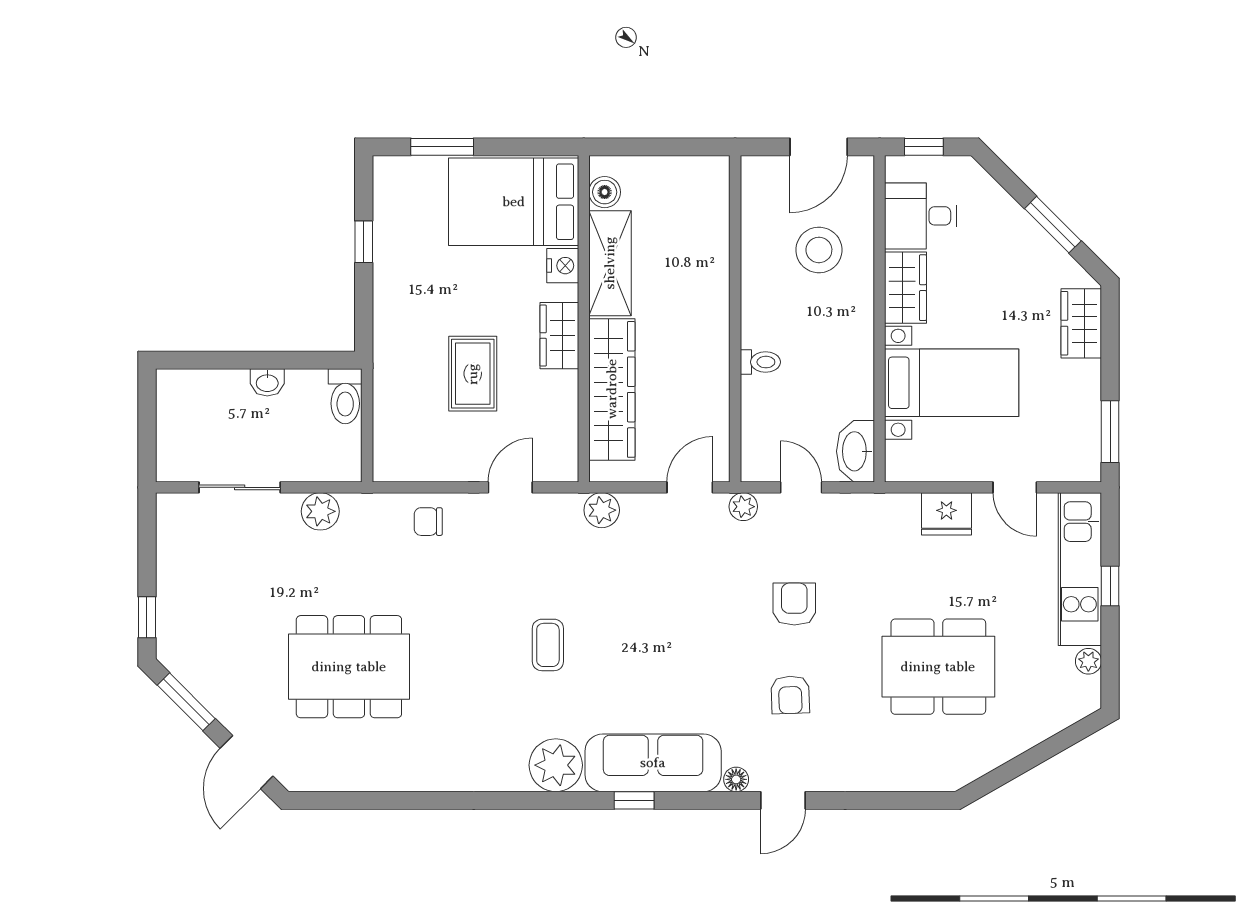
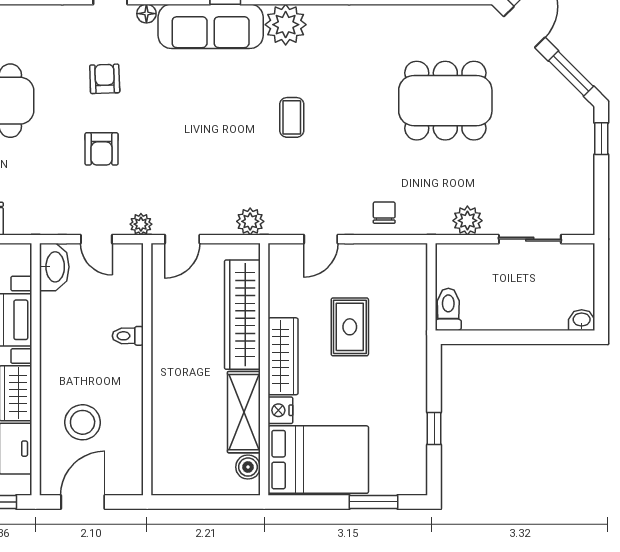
wardrobe: (559, 336) -> (283, 356), width x1.50
washbasin: (267, 382) -> (582, 320), moved
chair: (428, 522) -> (384, 213), turned -90

